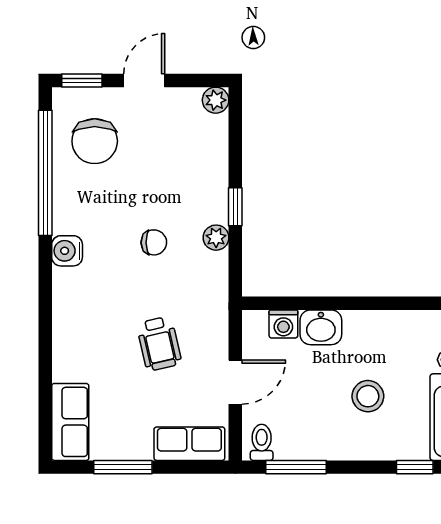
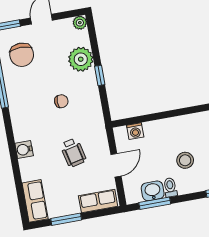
plant: (216, 238) -> (81, 59), moved, width x1.87, depth x1.87
water cooler: (67, 251) -> (24, 150), moved
washbasin: (321, 327) -> (153, 191), moved, turned 180
toilet: (262, 442) -> (170, 187), moved

